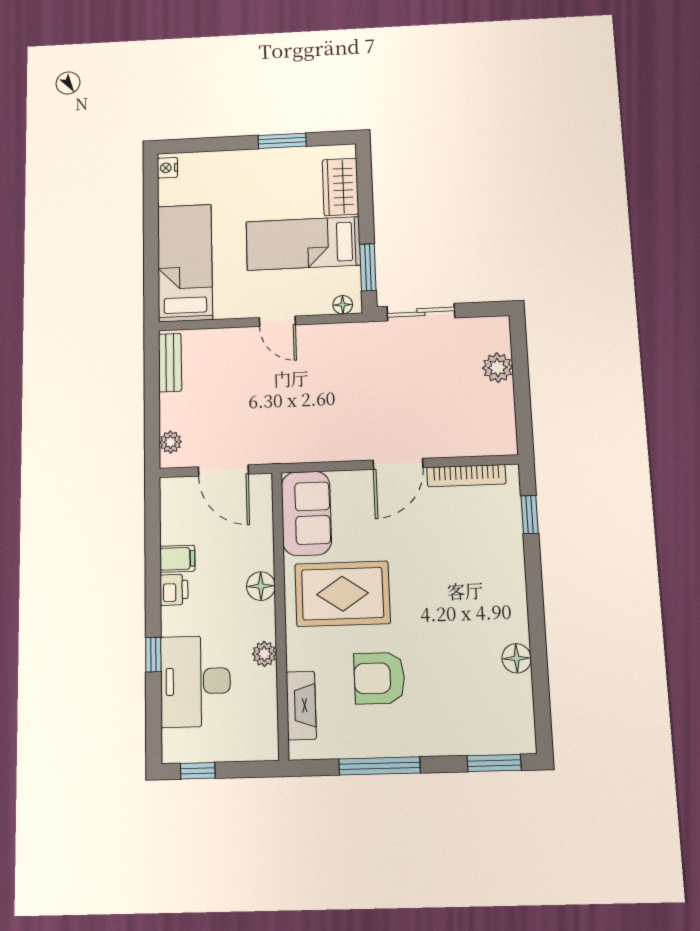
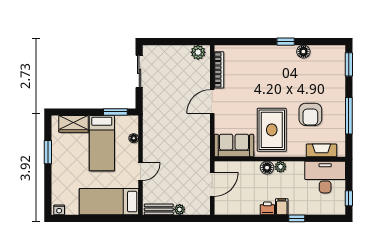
floor lamp: (343, 305) -> (134, 138), moved
sliding door: (421, 312) -> (139, 71), moved
door: (277, 321) -> (140, 172), moved
plant: (498, 368) -> (198, 52), moved
plant: (170, 442) -> (180, 209), moved
door: (398, 464) -> (212, 102), swing flipped
window: (530, 514) -> (286, 42), moved
filing cabinet: (177, 559) -> (282, 207), moved
plant: (264, 654) -> (280, 167), moved
desk: (195, 681) -> (325, 177), moved, turned 180

